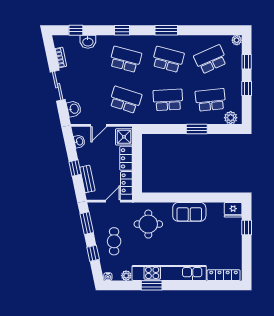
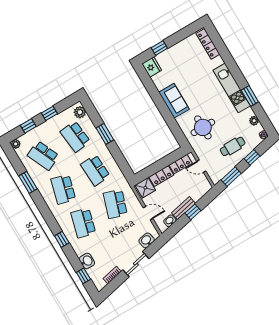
window: (166, 30) -> (28, 182), moved
bench: (87, 179) -> (183, 208), moved
kitchen unit: (169, 273) -> (232, 88), width x0.73

